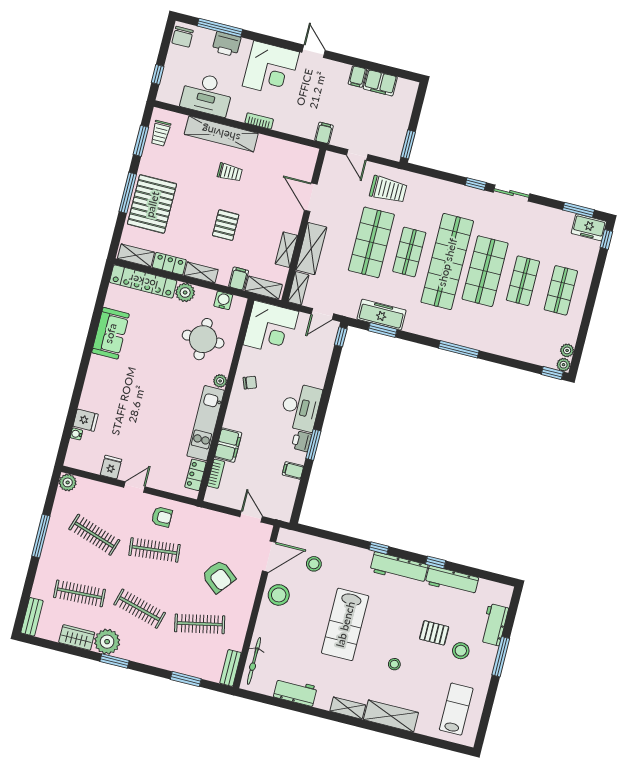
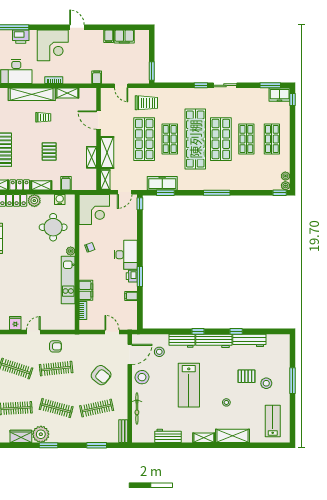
shelving: (264, 288) -> (67, 93), moved
locker: (195, 475) -> (70, 314), removed
workbench: (494, 625) -> (182, 341), moved, turned -90
bicycle: (254, 661) -> (137, 409), moved

